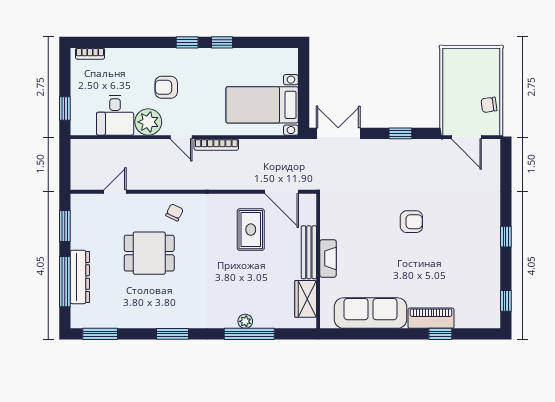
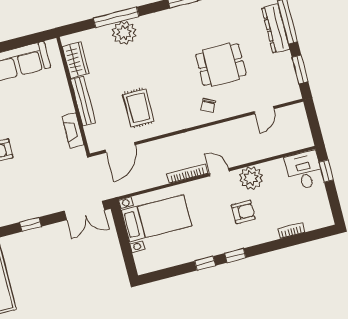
bookcase: (90, 54) -> (291, 231), moved
desk: (115, 115) -> (304, 170), moved
door: (282, 192) -> (120, 147), swing flipped
fireplace: (328, 258) -> (73, 130), moved
plant: (245, 321) -> (124, 33), width x1.88, depth x1.88

